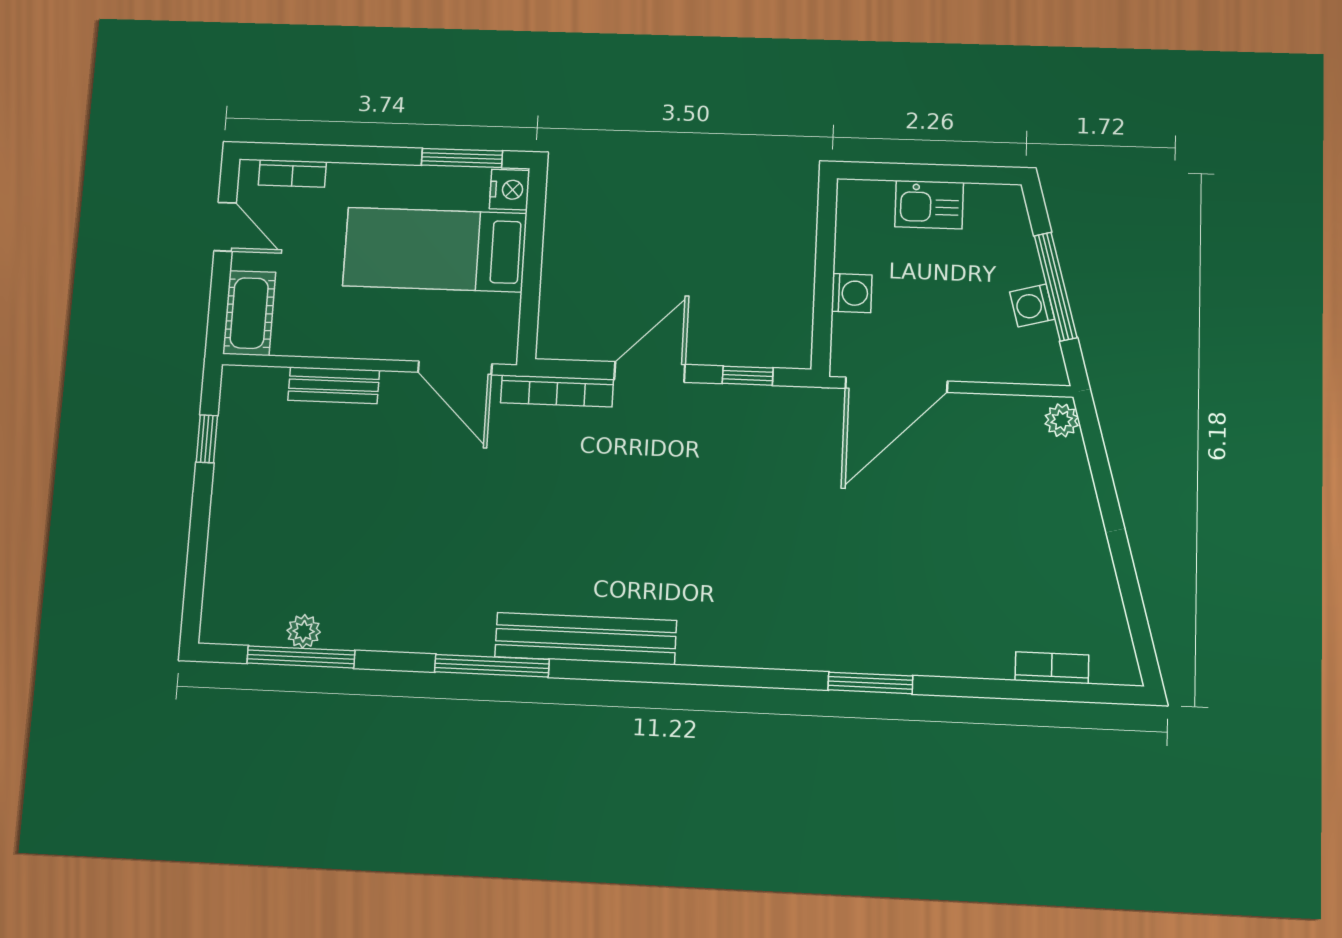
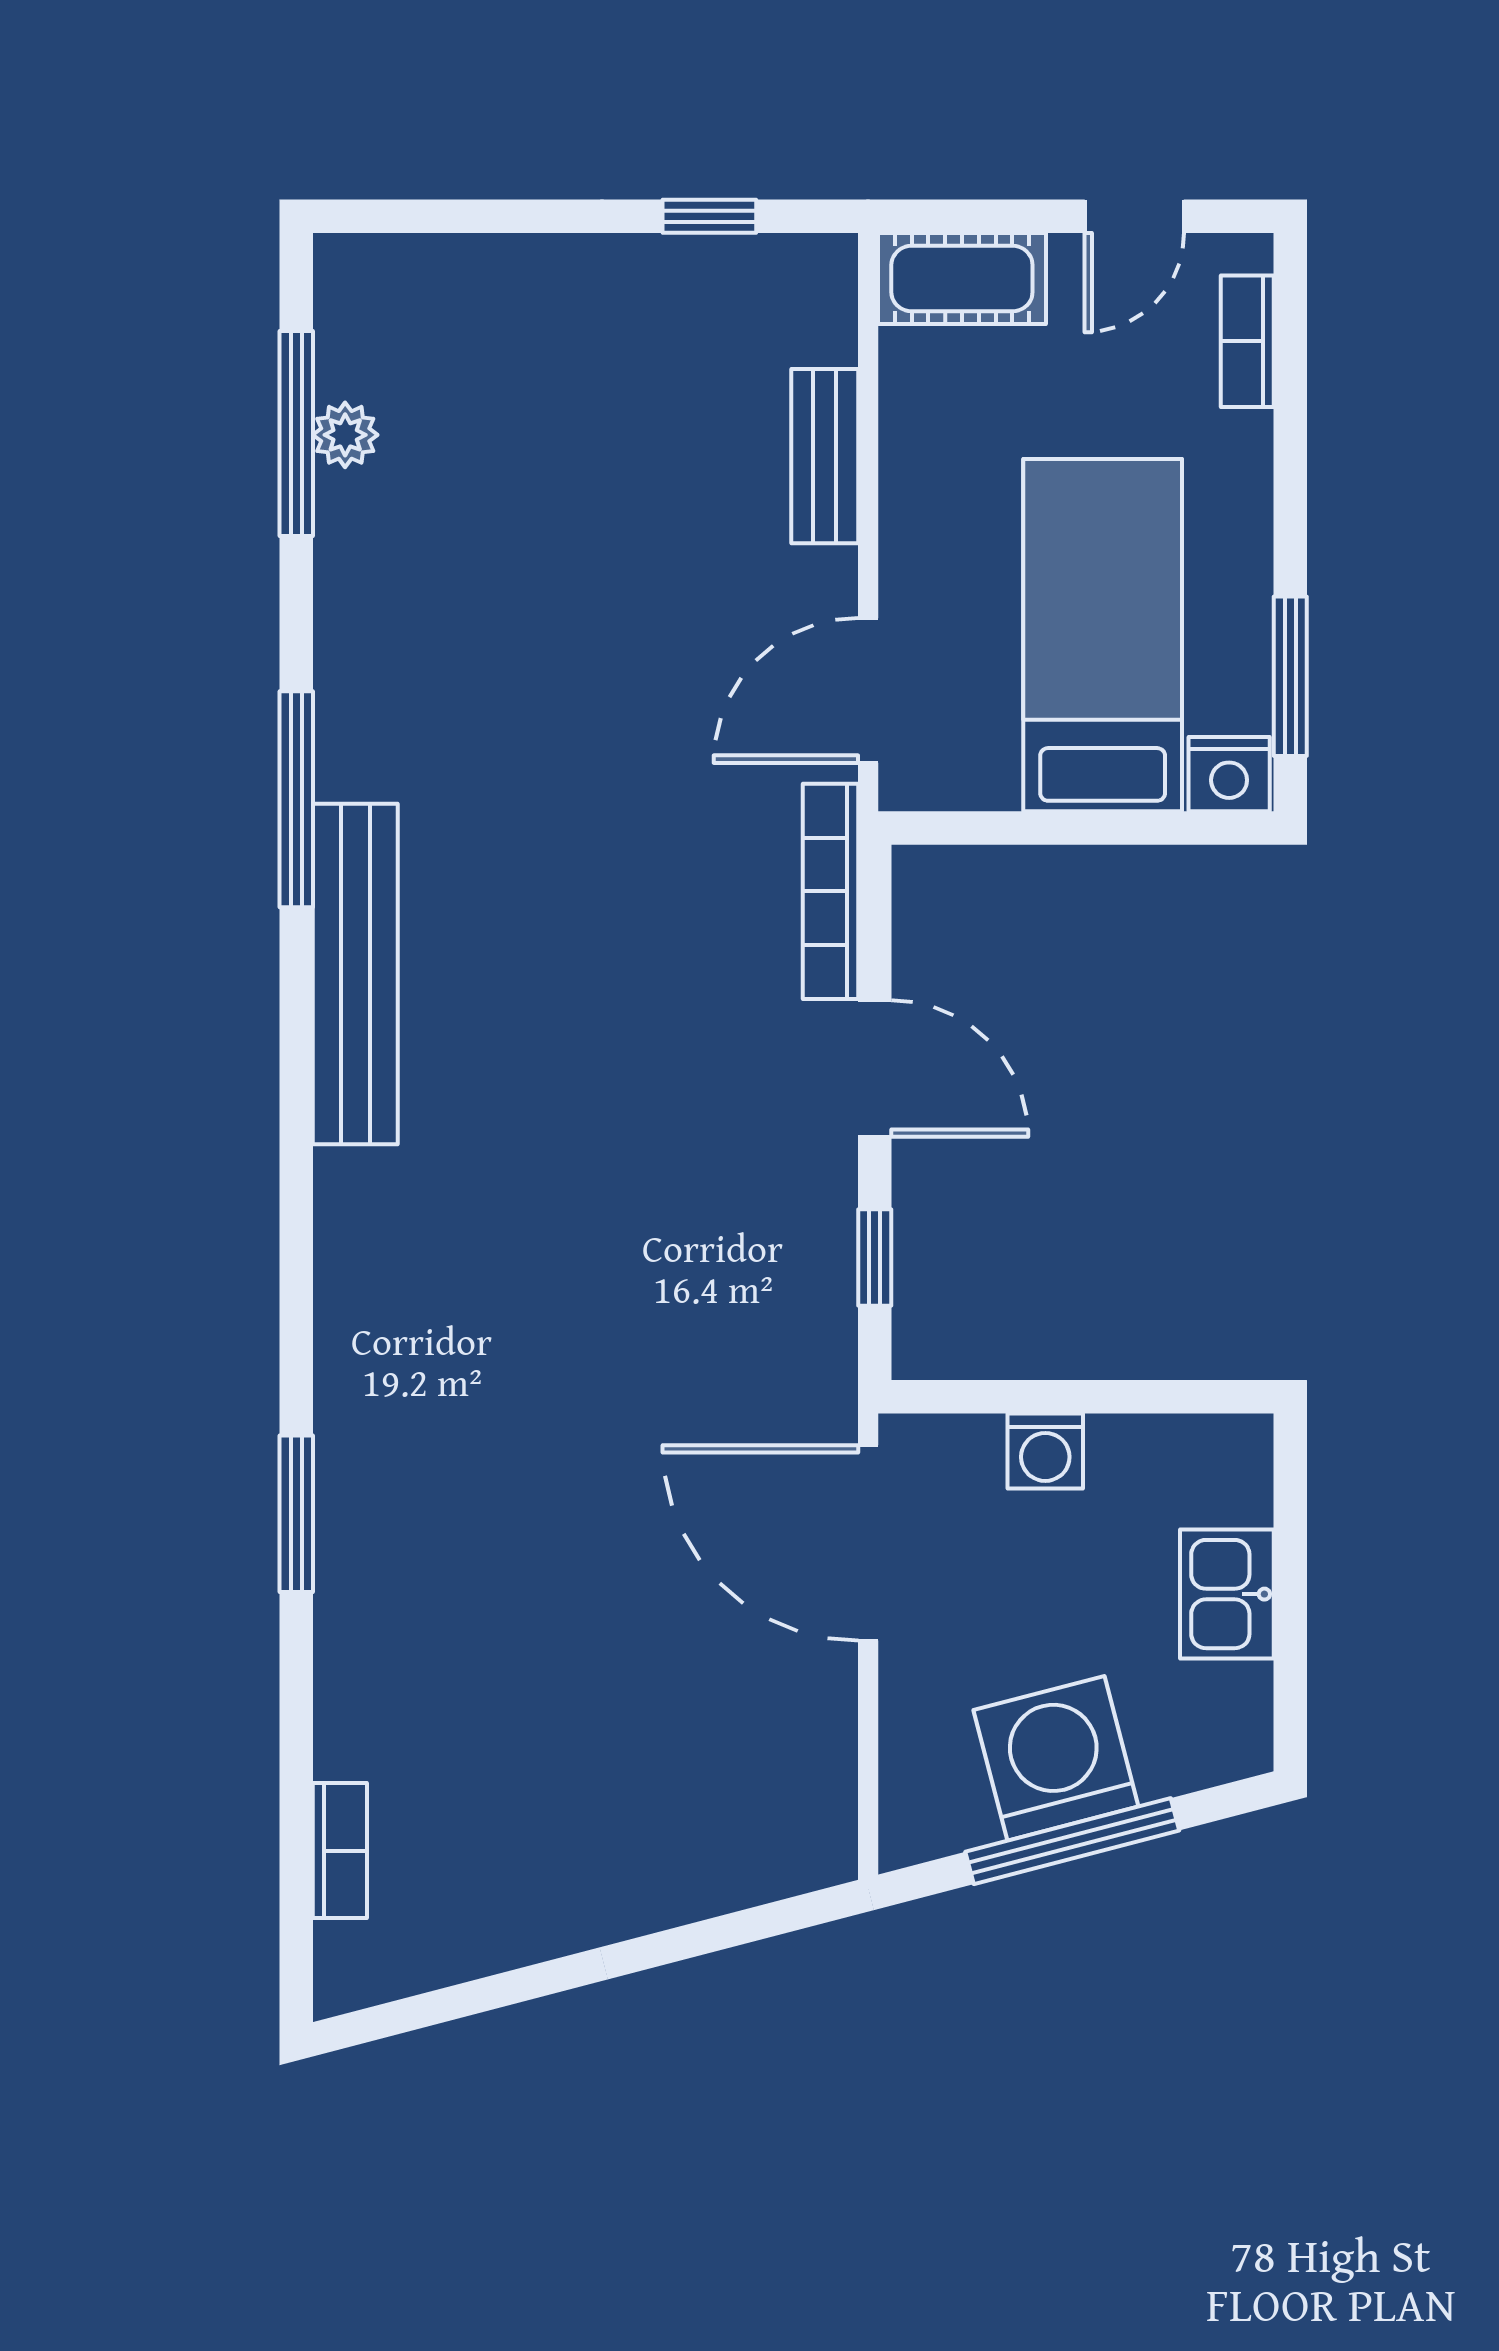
washing machine: (1032, 306) -> (1056, 1758), width x1.89, depth x1.89
plant: (1062, 420) -> (811, 1858), removed

